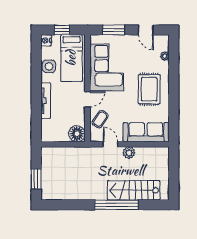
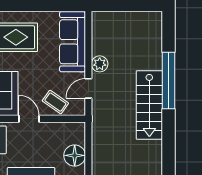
floor lamp: (77, 134) -> (75, 155), moved
stairs: (134, 190) -> (149, 105), moved

